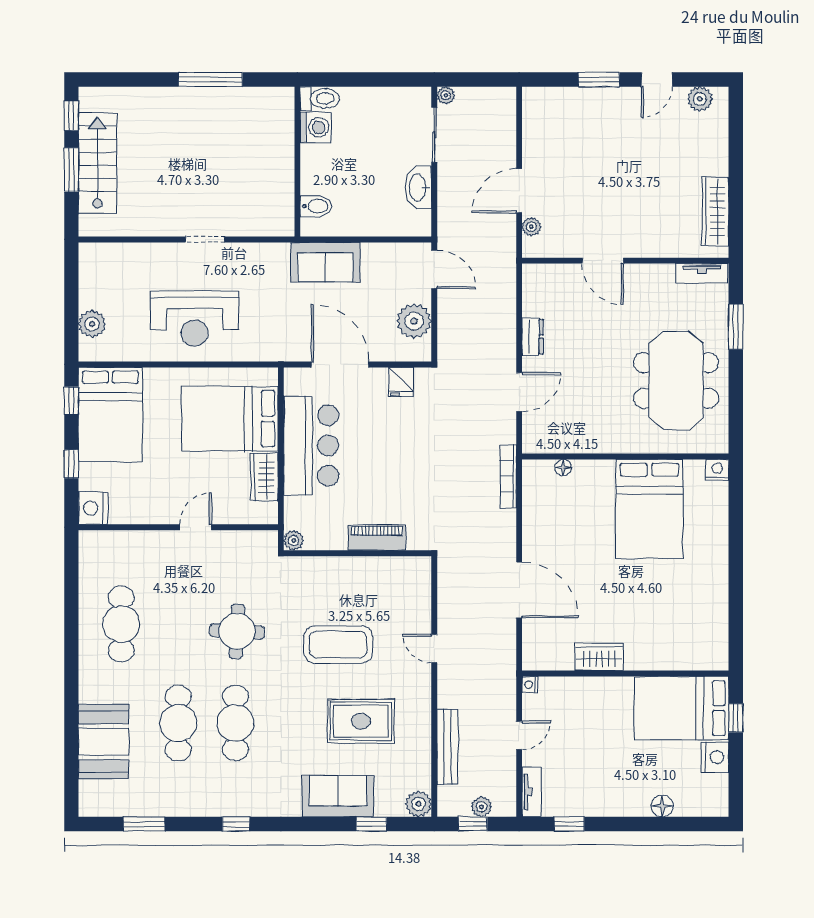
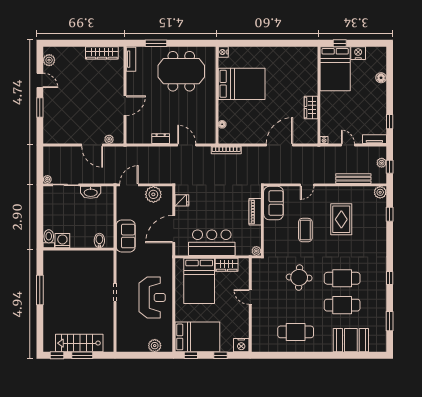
coffee table: (338, 645) -> (305, 230), width x0.73, depth x0.76
sofa: (338, 796) -> (273, 203), moved, turned 180

